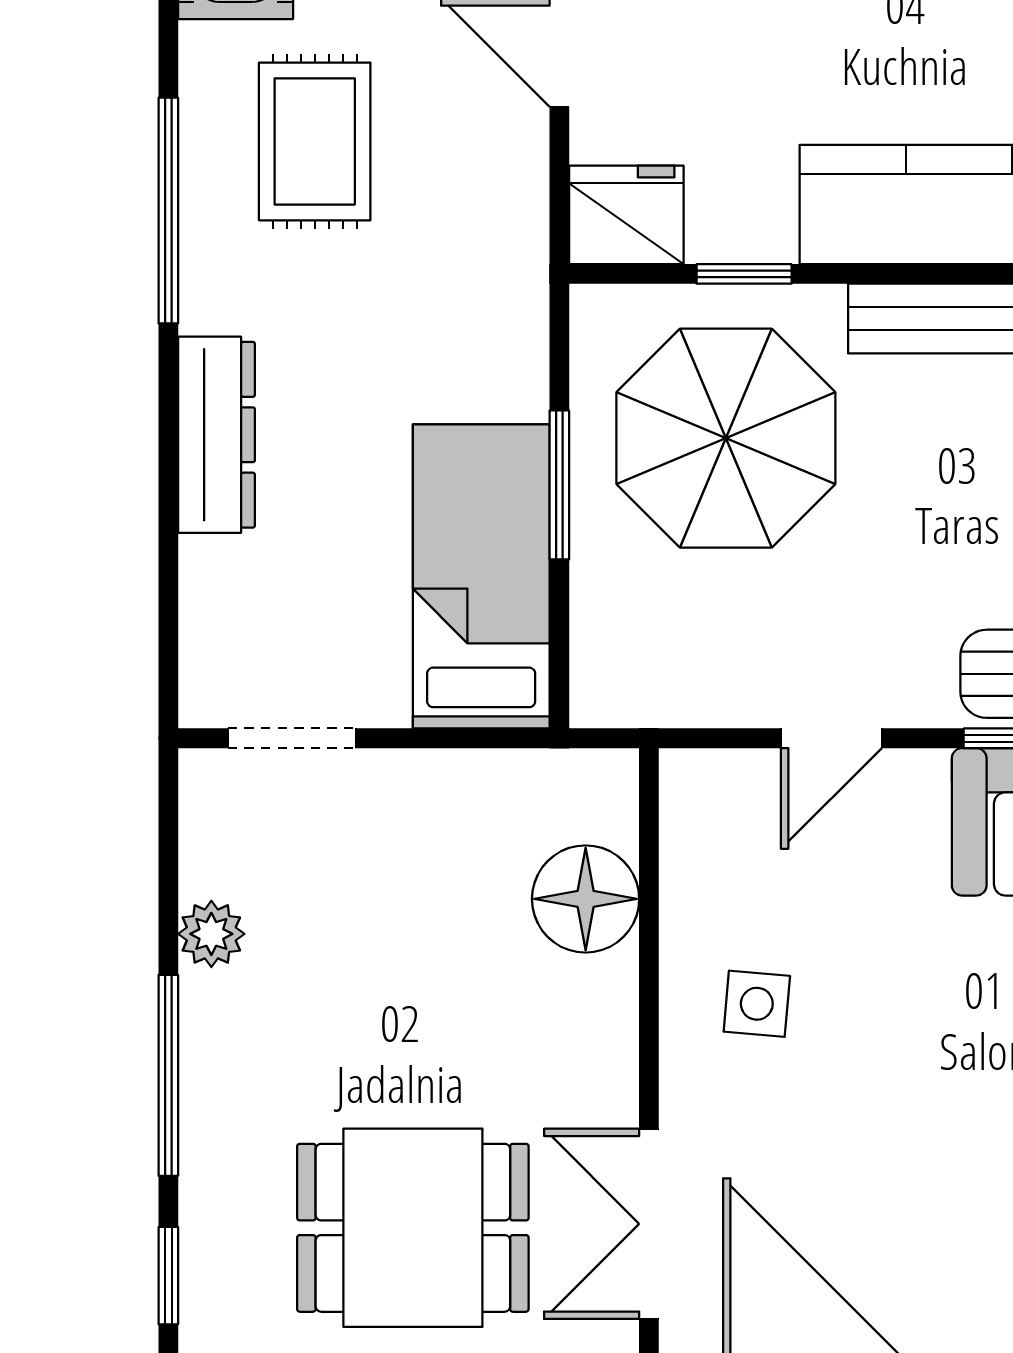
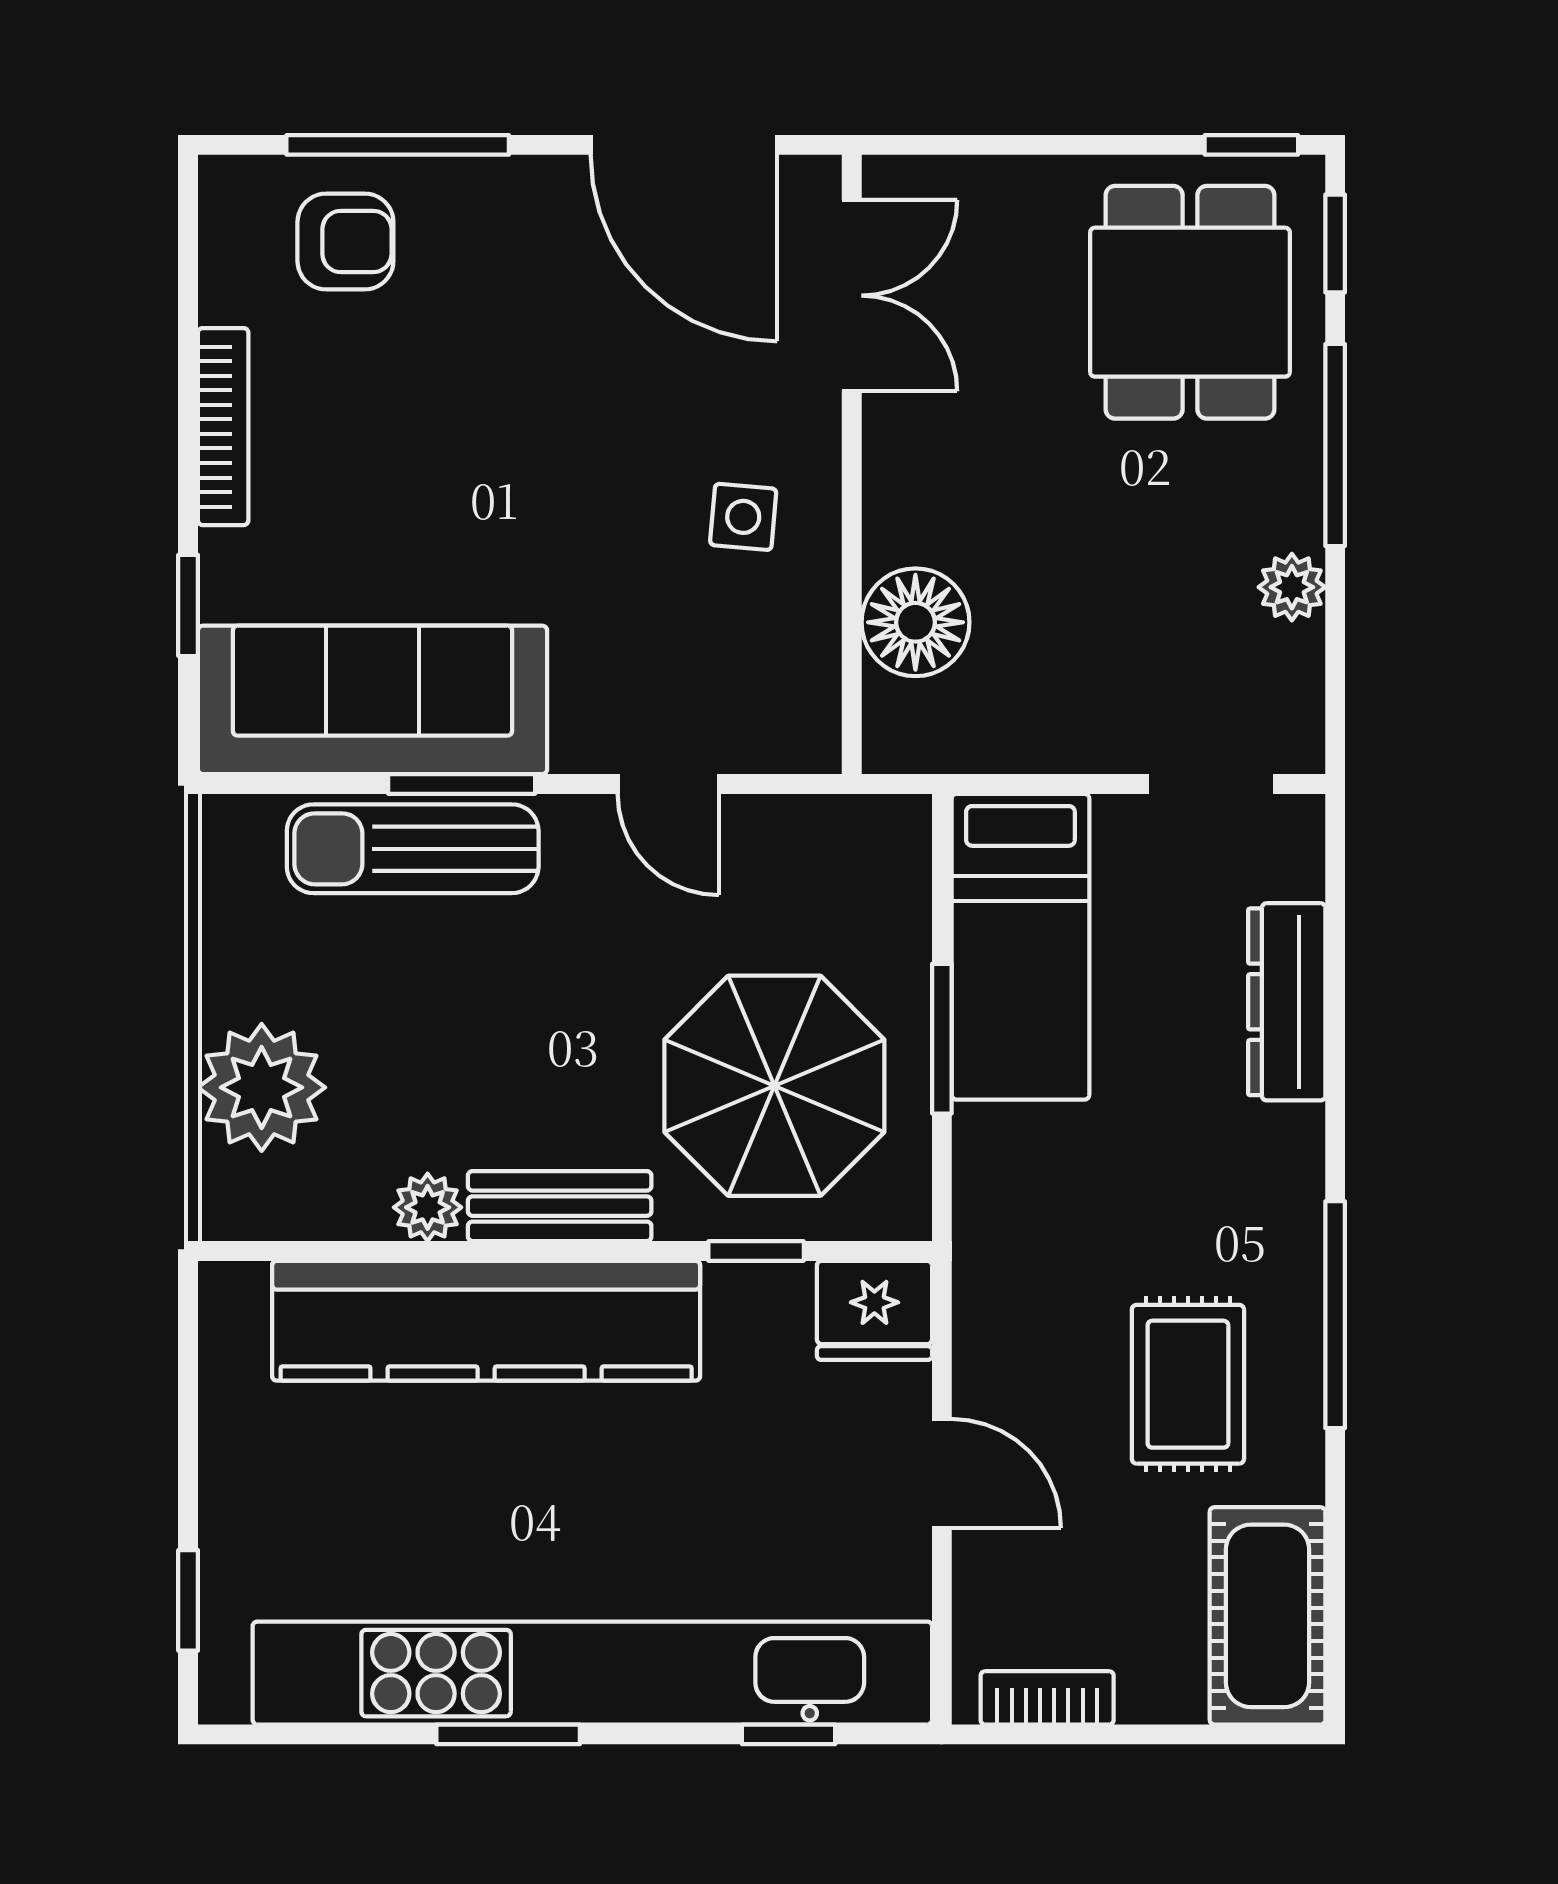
dresser: (216, 435) -> (1287, 1002), moved
door: (831, 738) -> (668, 784), swing flipped
dining table: (413, 1228) -> (1190, 302), moved, turned 90

